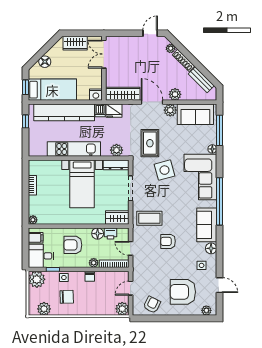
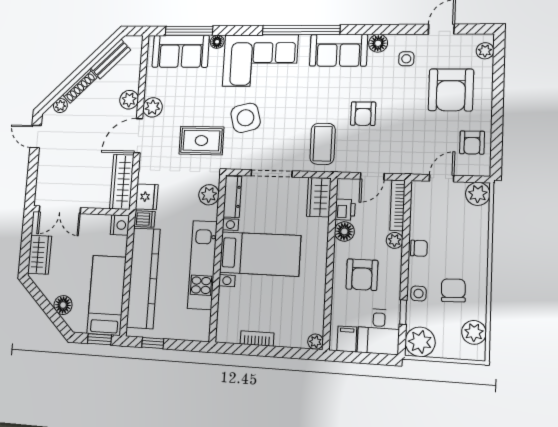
sofa: (195, 114) -> (181, 51), moved, turned 90
door: (131, 288) -> (442, 178), swing flipped
armchair: (152, 305) -> (472, 143), turned -116

